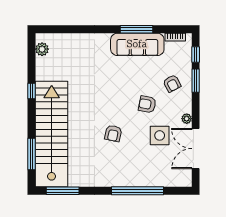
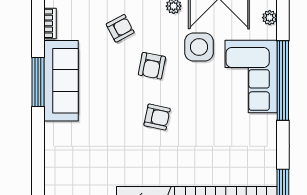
armchair: (113, 133) -> (157, 117), moved
corner sofa: (140, 170) -> (251, 76), added
plant: (179, 182) -> (270, 18), added

